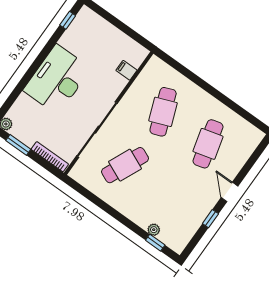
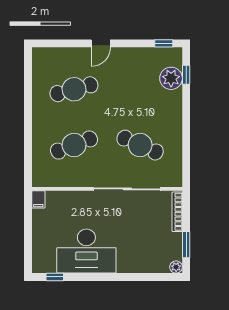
filing cabinet: (126, 70) -> (38, 199), moved
desk: (57, 79) -> (86, 251), moved
window: (210, 219) -> (164, 43), moved
plant: (154, 230) -> (171, 78), width x1.87, depth x1.87

